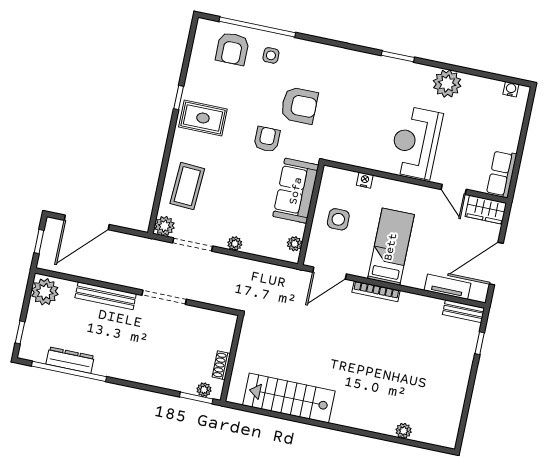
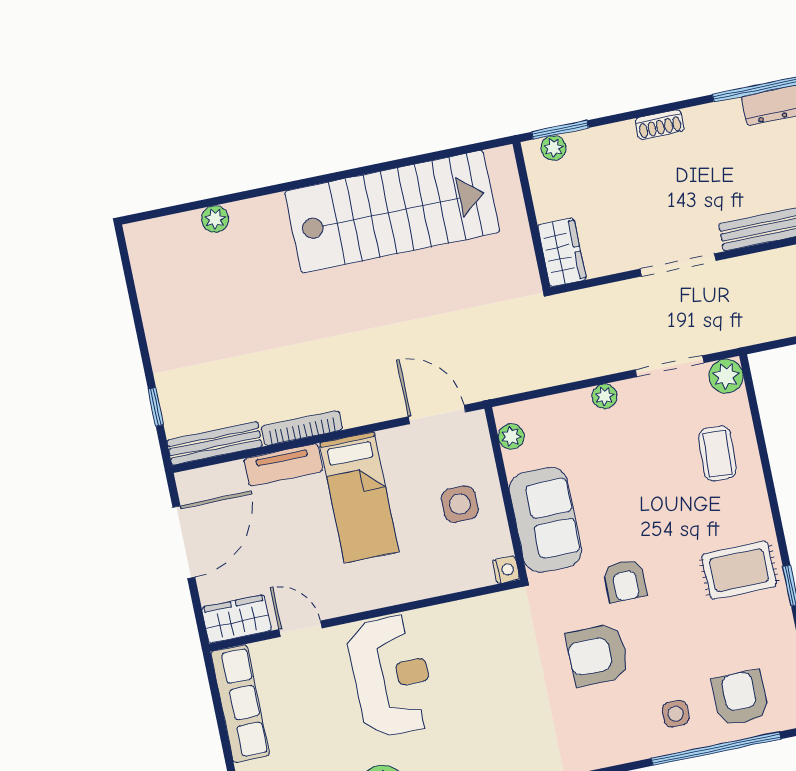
row of seats: (502, 174) -> (240, 704), width x1.48
nightstand: (365, 180) -> (506, 570), moved, turned -90
coffee table: (187, 186) -> (717, 454), width x0.73, depth x0.77
door: (330, 273) -> (437, 414), hinge flipped
tv unit: (448, 287) -> (283, 465), moved
bookcase: (376, 291) -> (302, 428), moved
bench: (464, 311) -> (215, 443), width x1.36
wardrobe: (224, 331) -> (562, 252), added
shoe rack: (221, 365) -> (660, 125), moved, turned 90
stairs: (289, 398) -> (392, 212), width x1.36, depth x1.51

